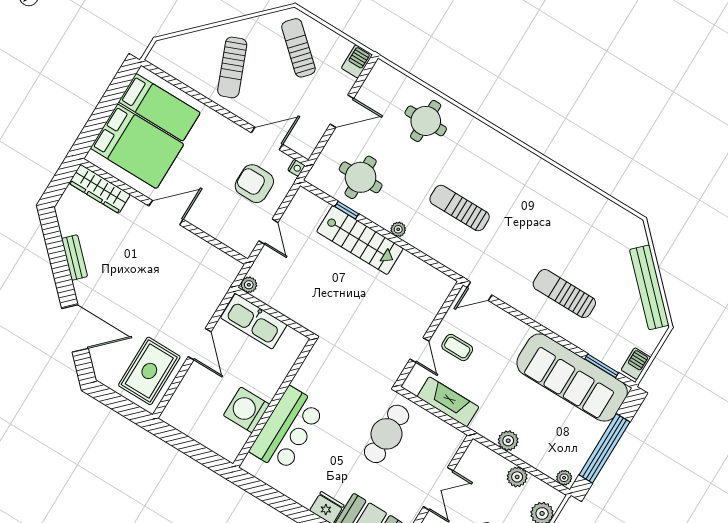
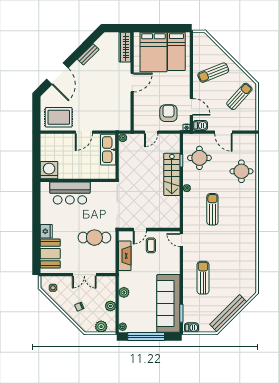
barbecue: (357, 61) -> (200, 125), moved
door: (166, 213) -> (132, 82), hinge flipped
washing machine: (247, 410) -> (49, 170), moved

